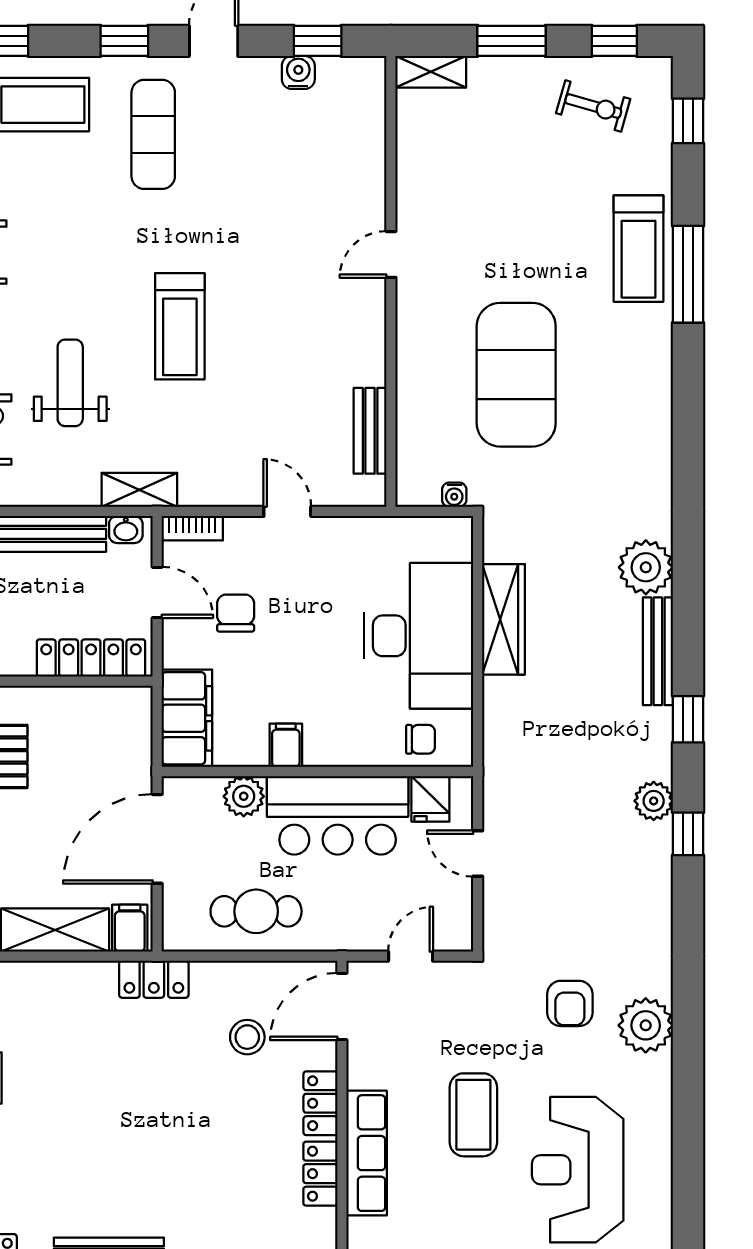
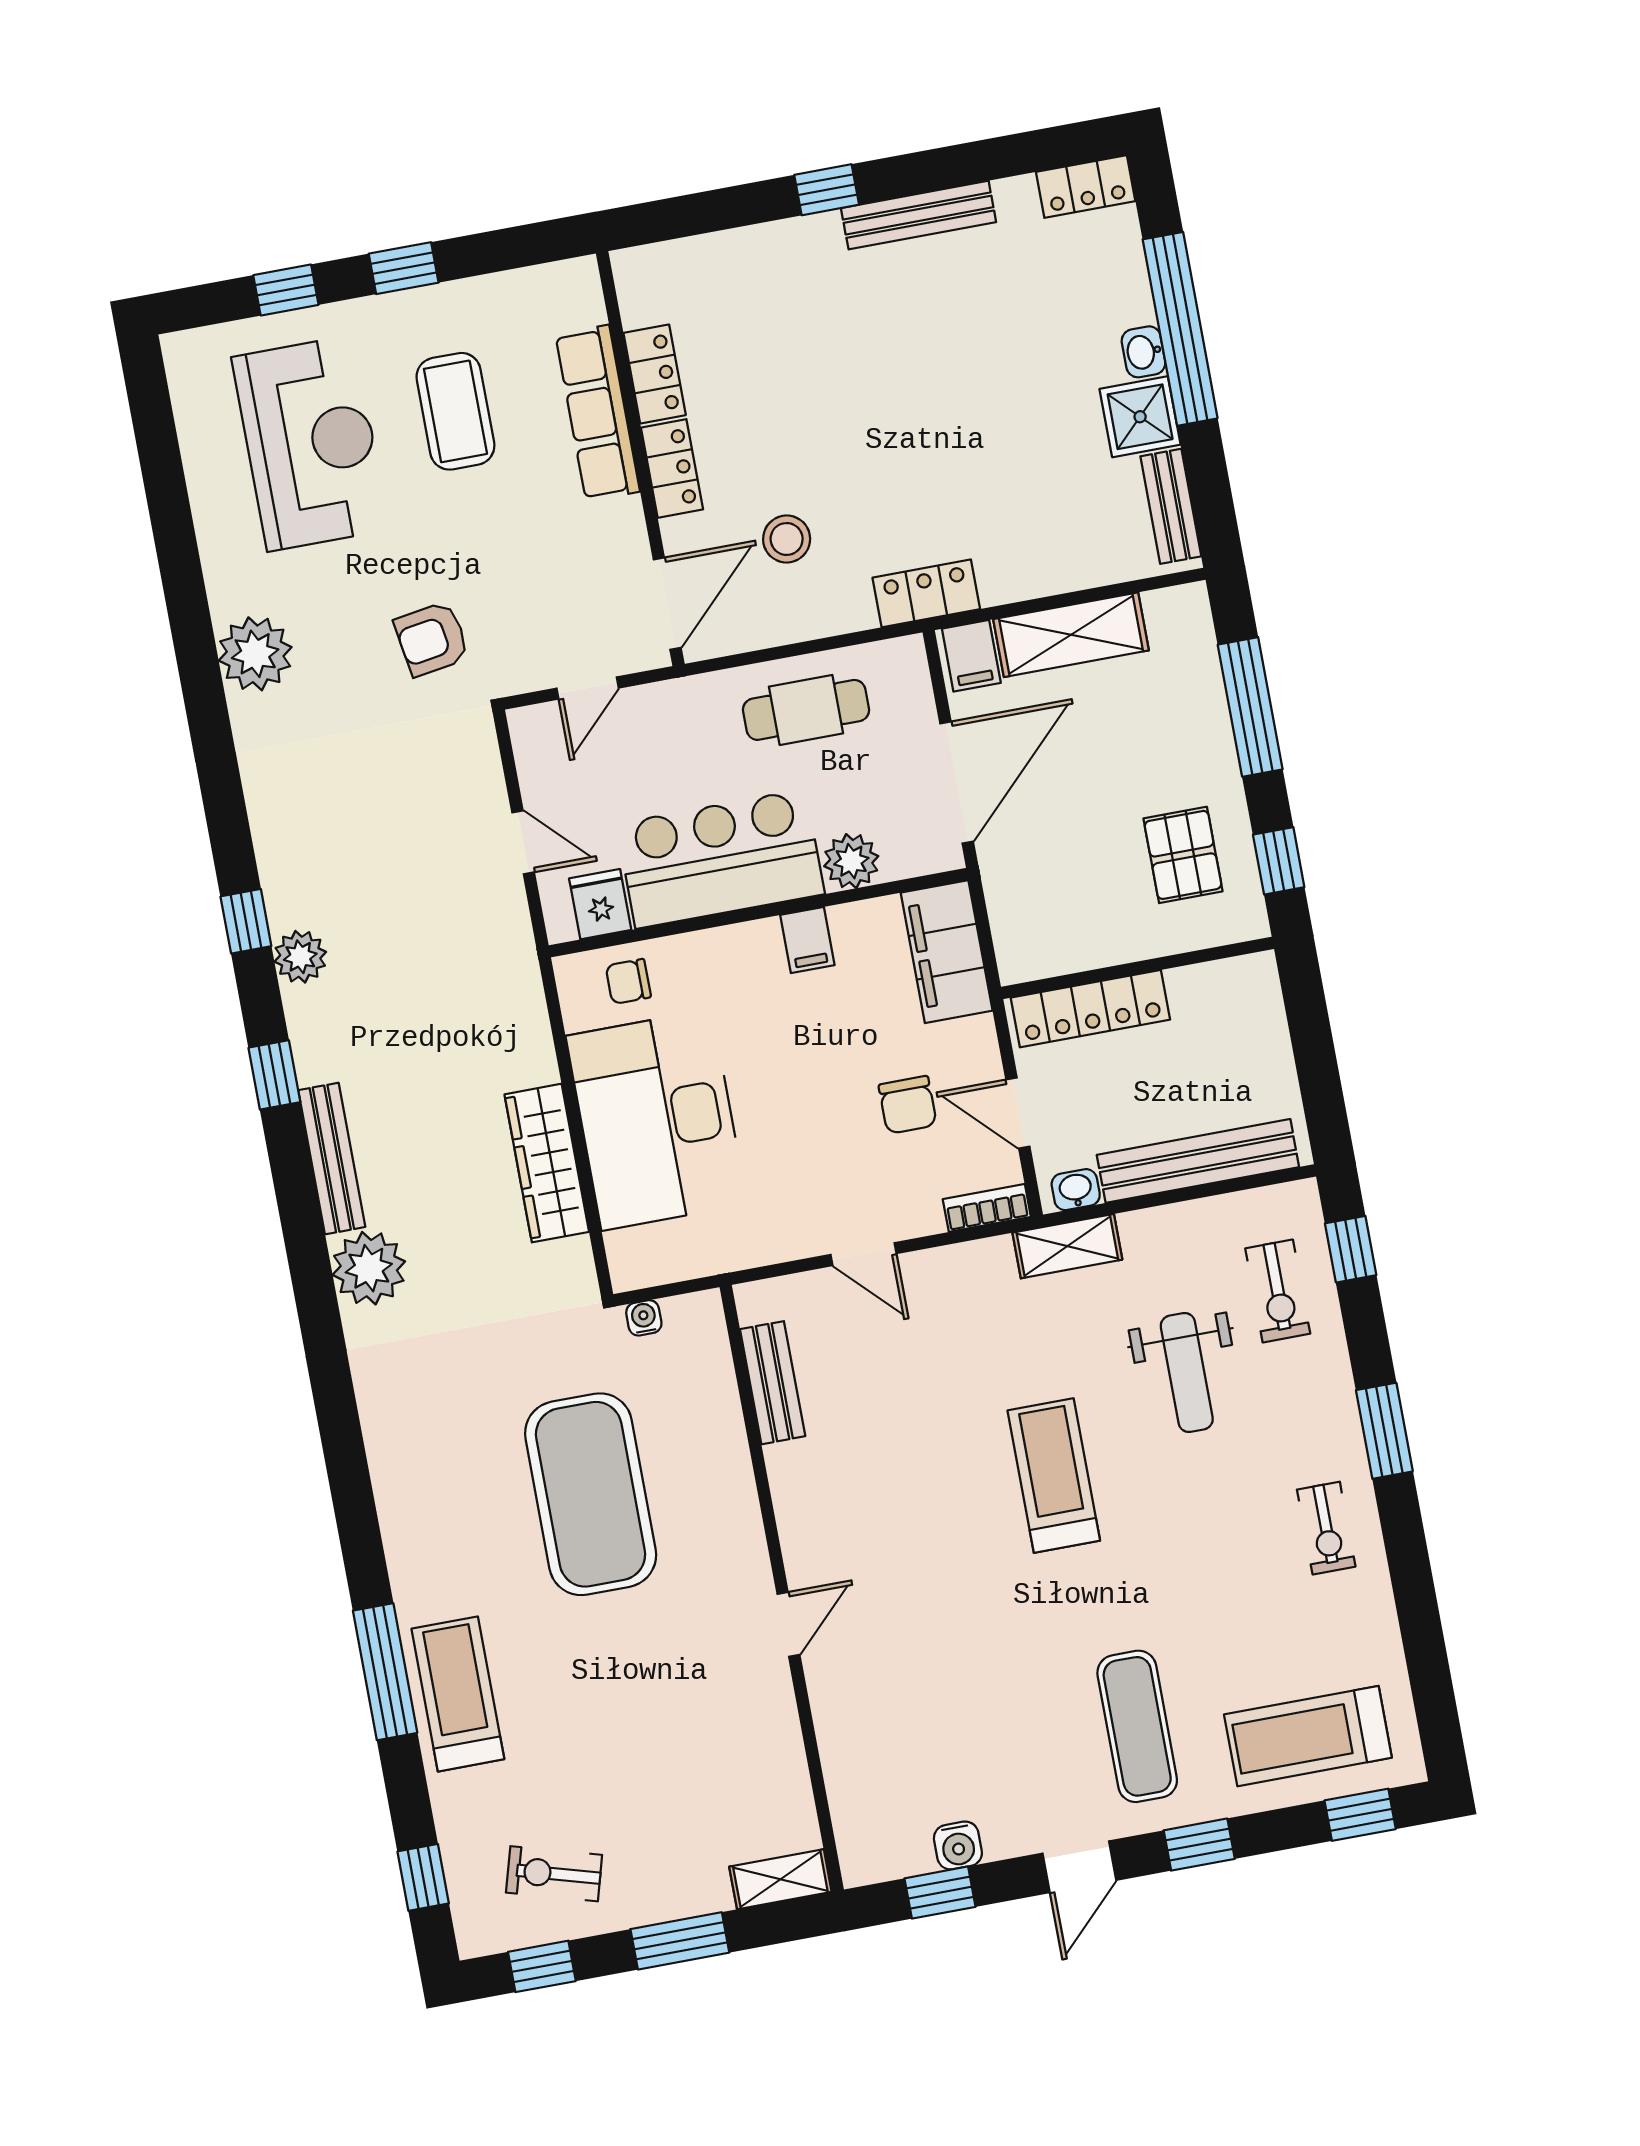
armchair: (570, 1003) -> (432, 639), moved, turned -99
coffee table: (473, 1115) -> (455, 411), moved

